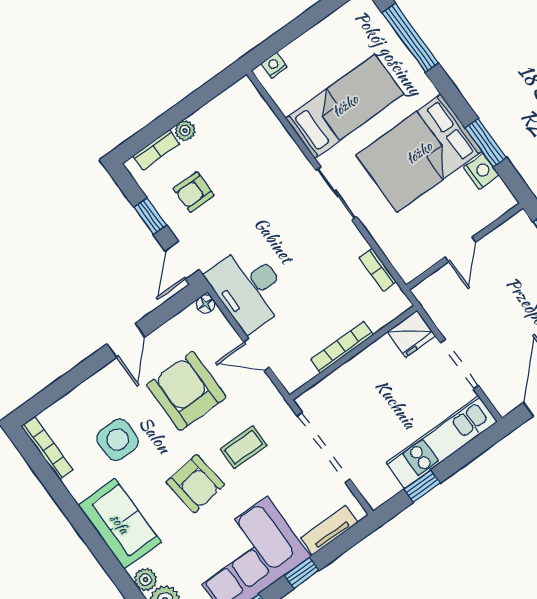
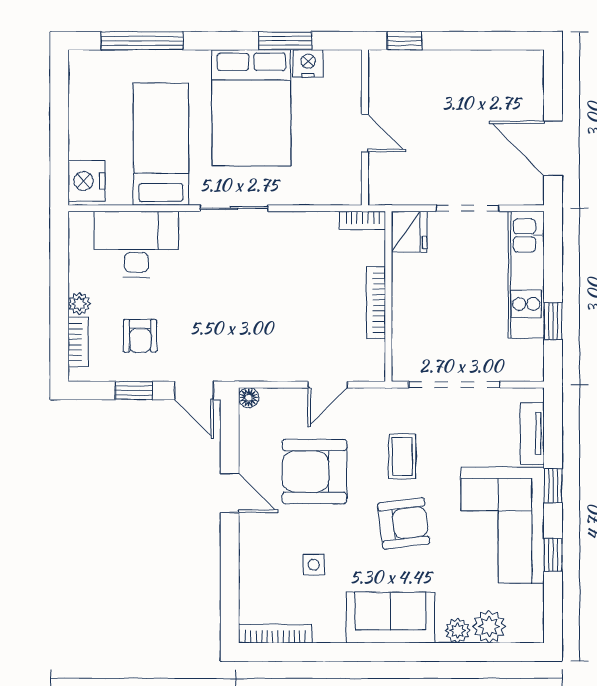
nightstand: (274, 65) -> (86, 181), width x1.89, depth x1.79
bookcase: (378, 270) -> (362, 220), moved
desk: (249, 288) -> (136, 244), moved, turned 180
side table: (118, 440) -> (314, 565), width x0.54, depth x0.54

